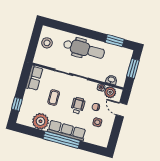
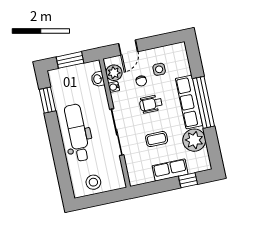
row of seats: (34, 78) -> (170, 170), moved

